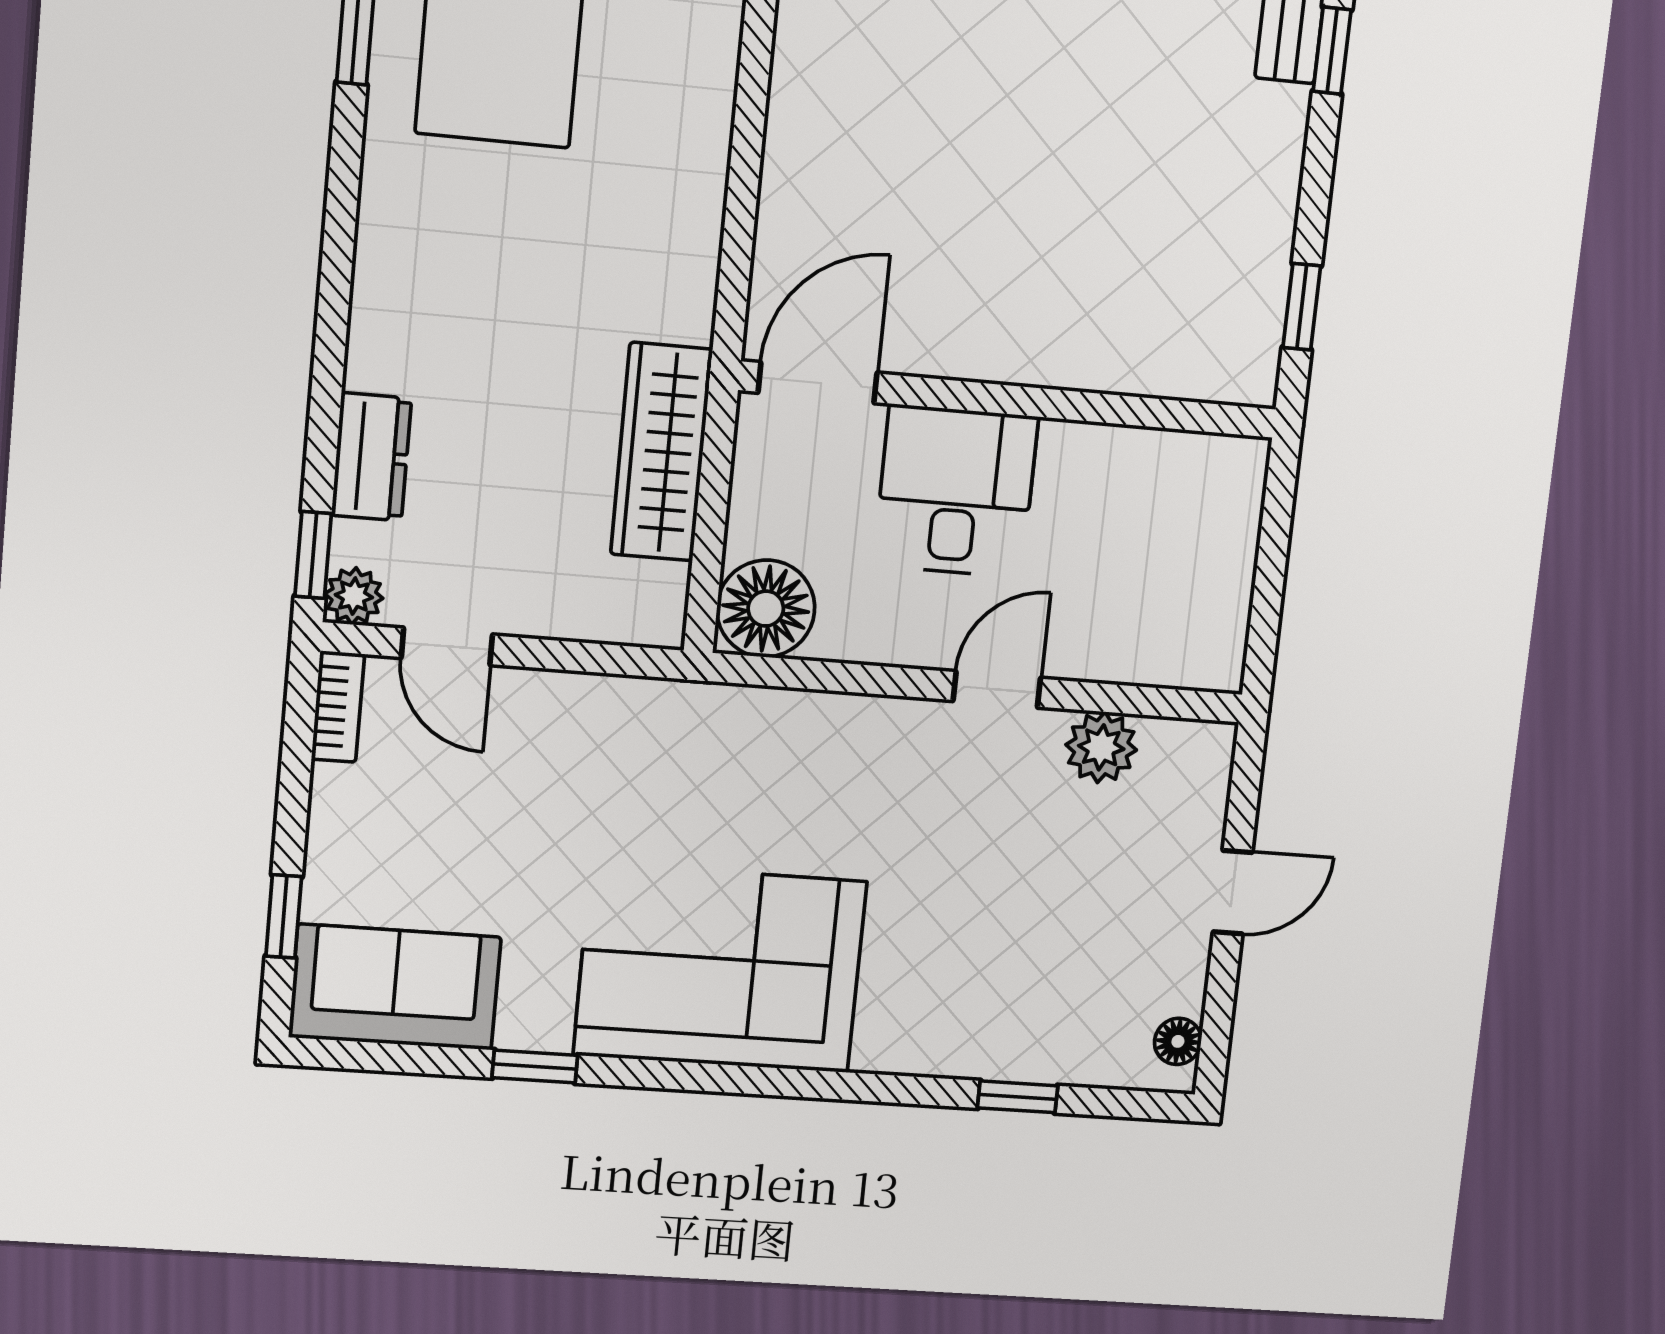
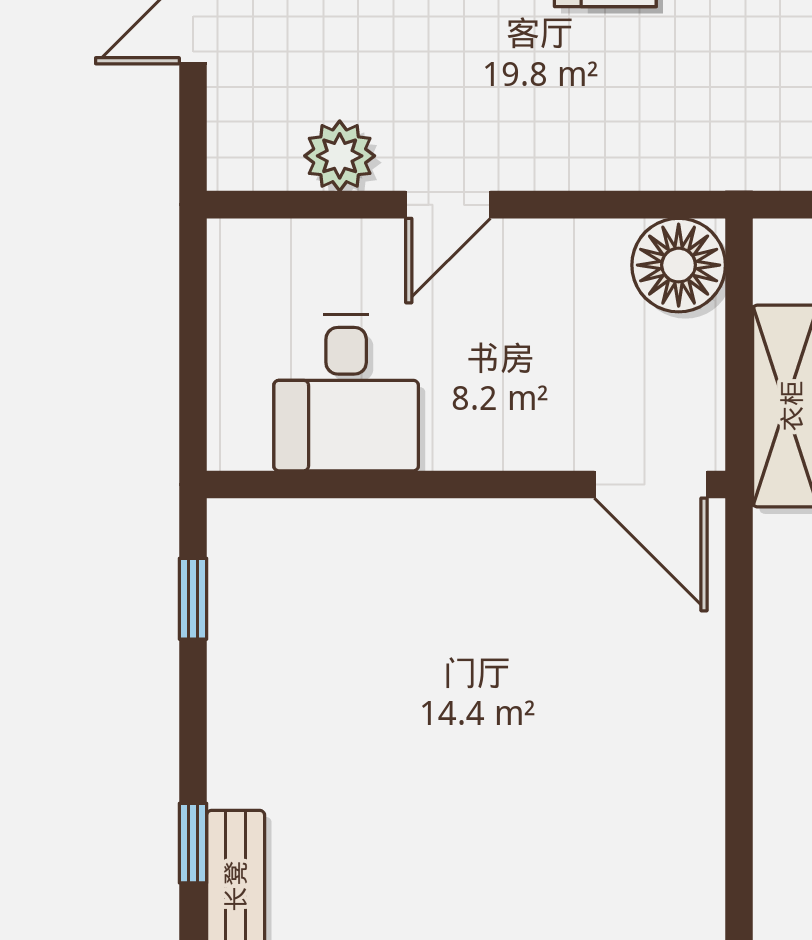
door: (818, 383) -> (651, 484), hinge flipped
desk: (956, 491) -> (346, 393), moved

